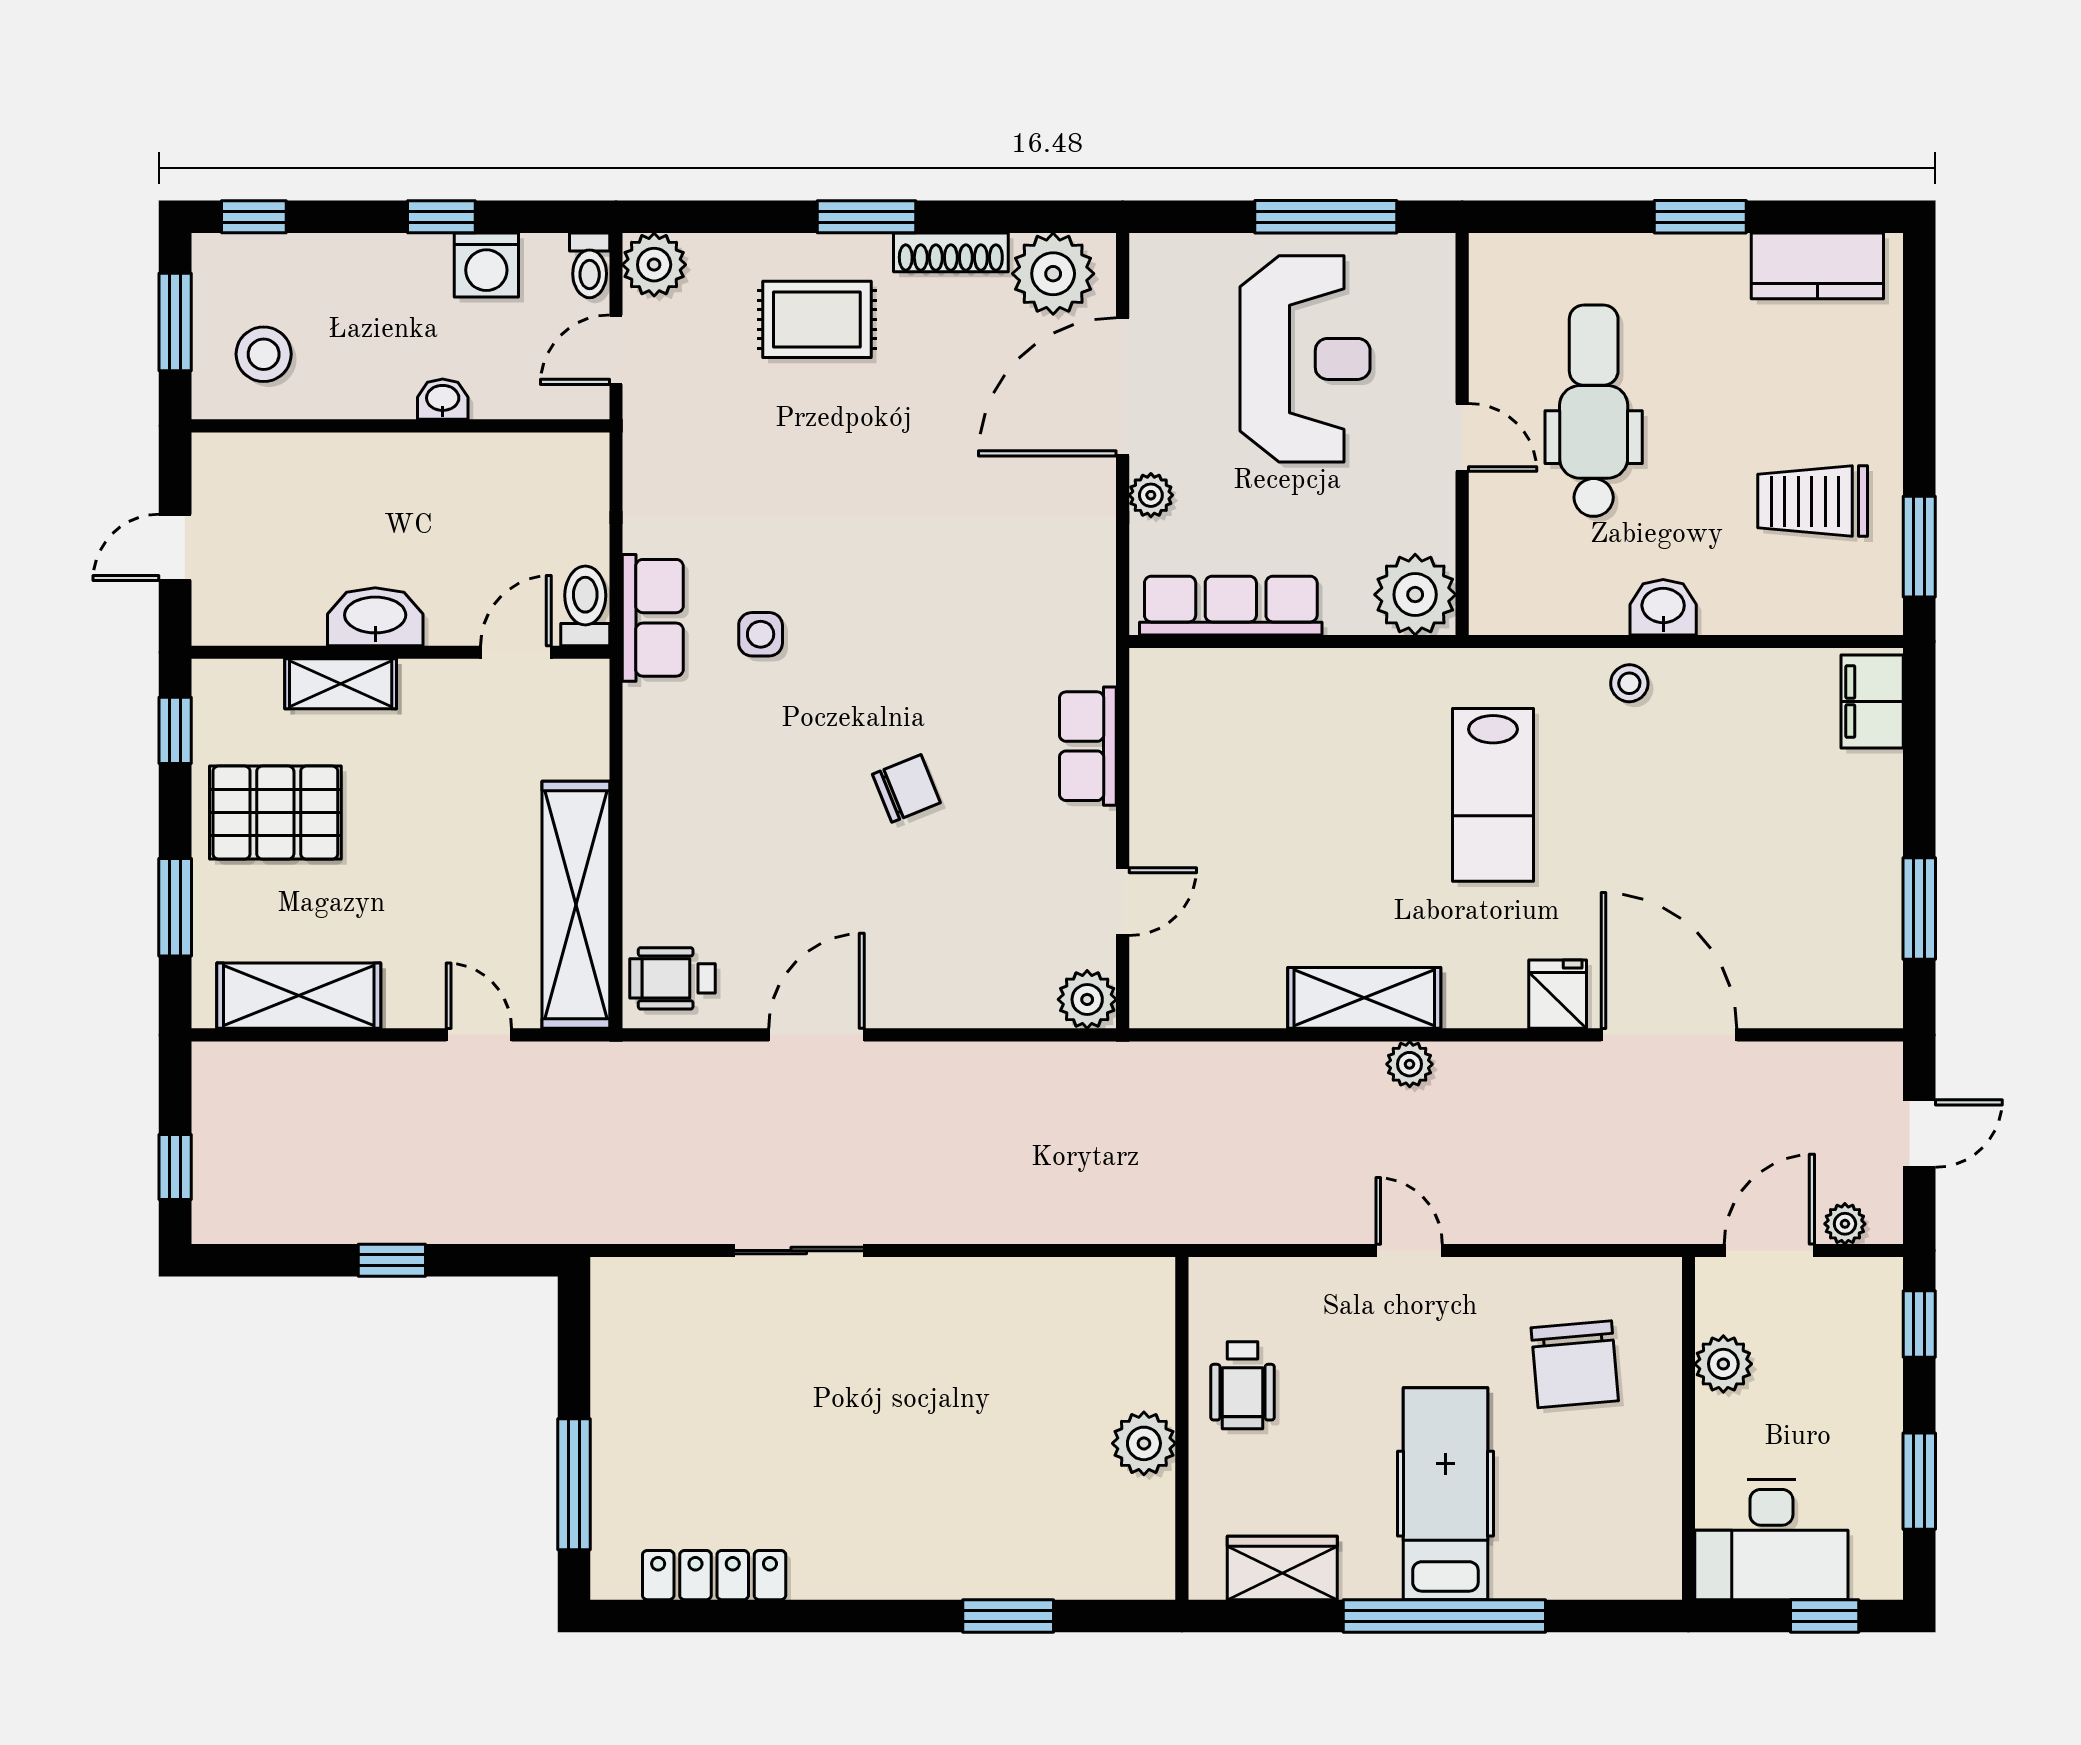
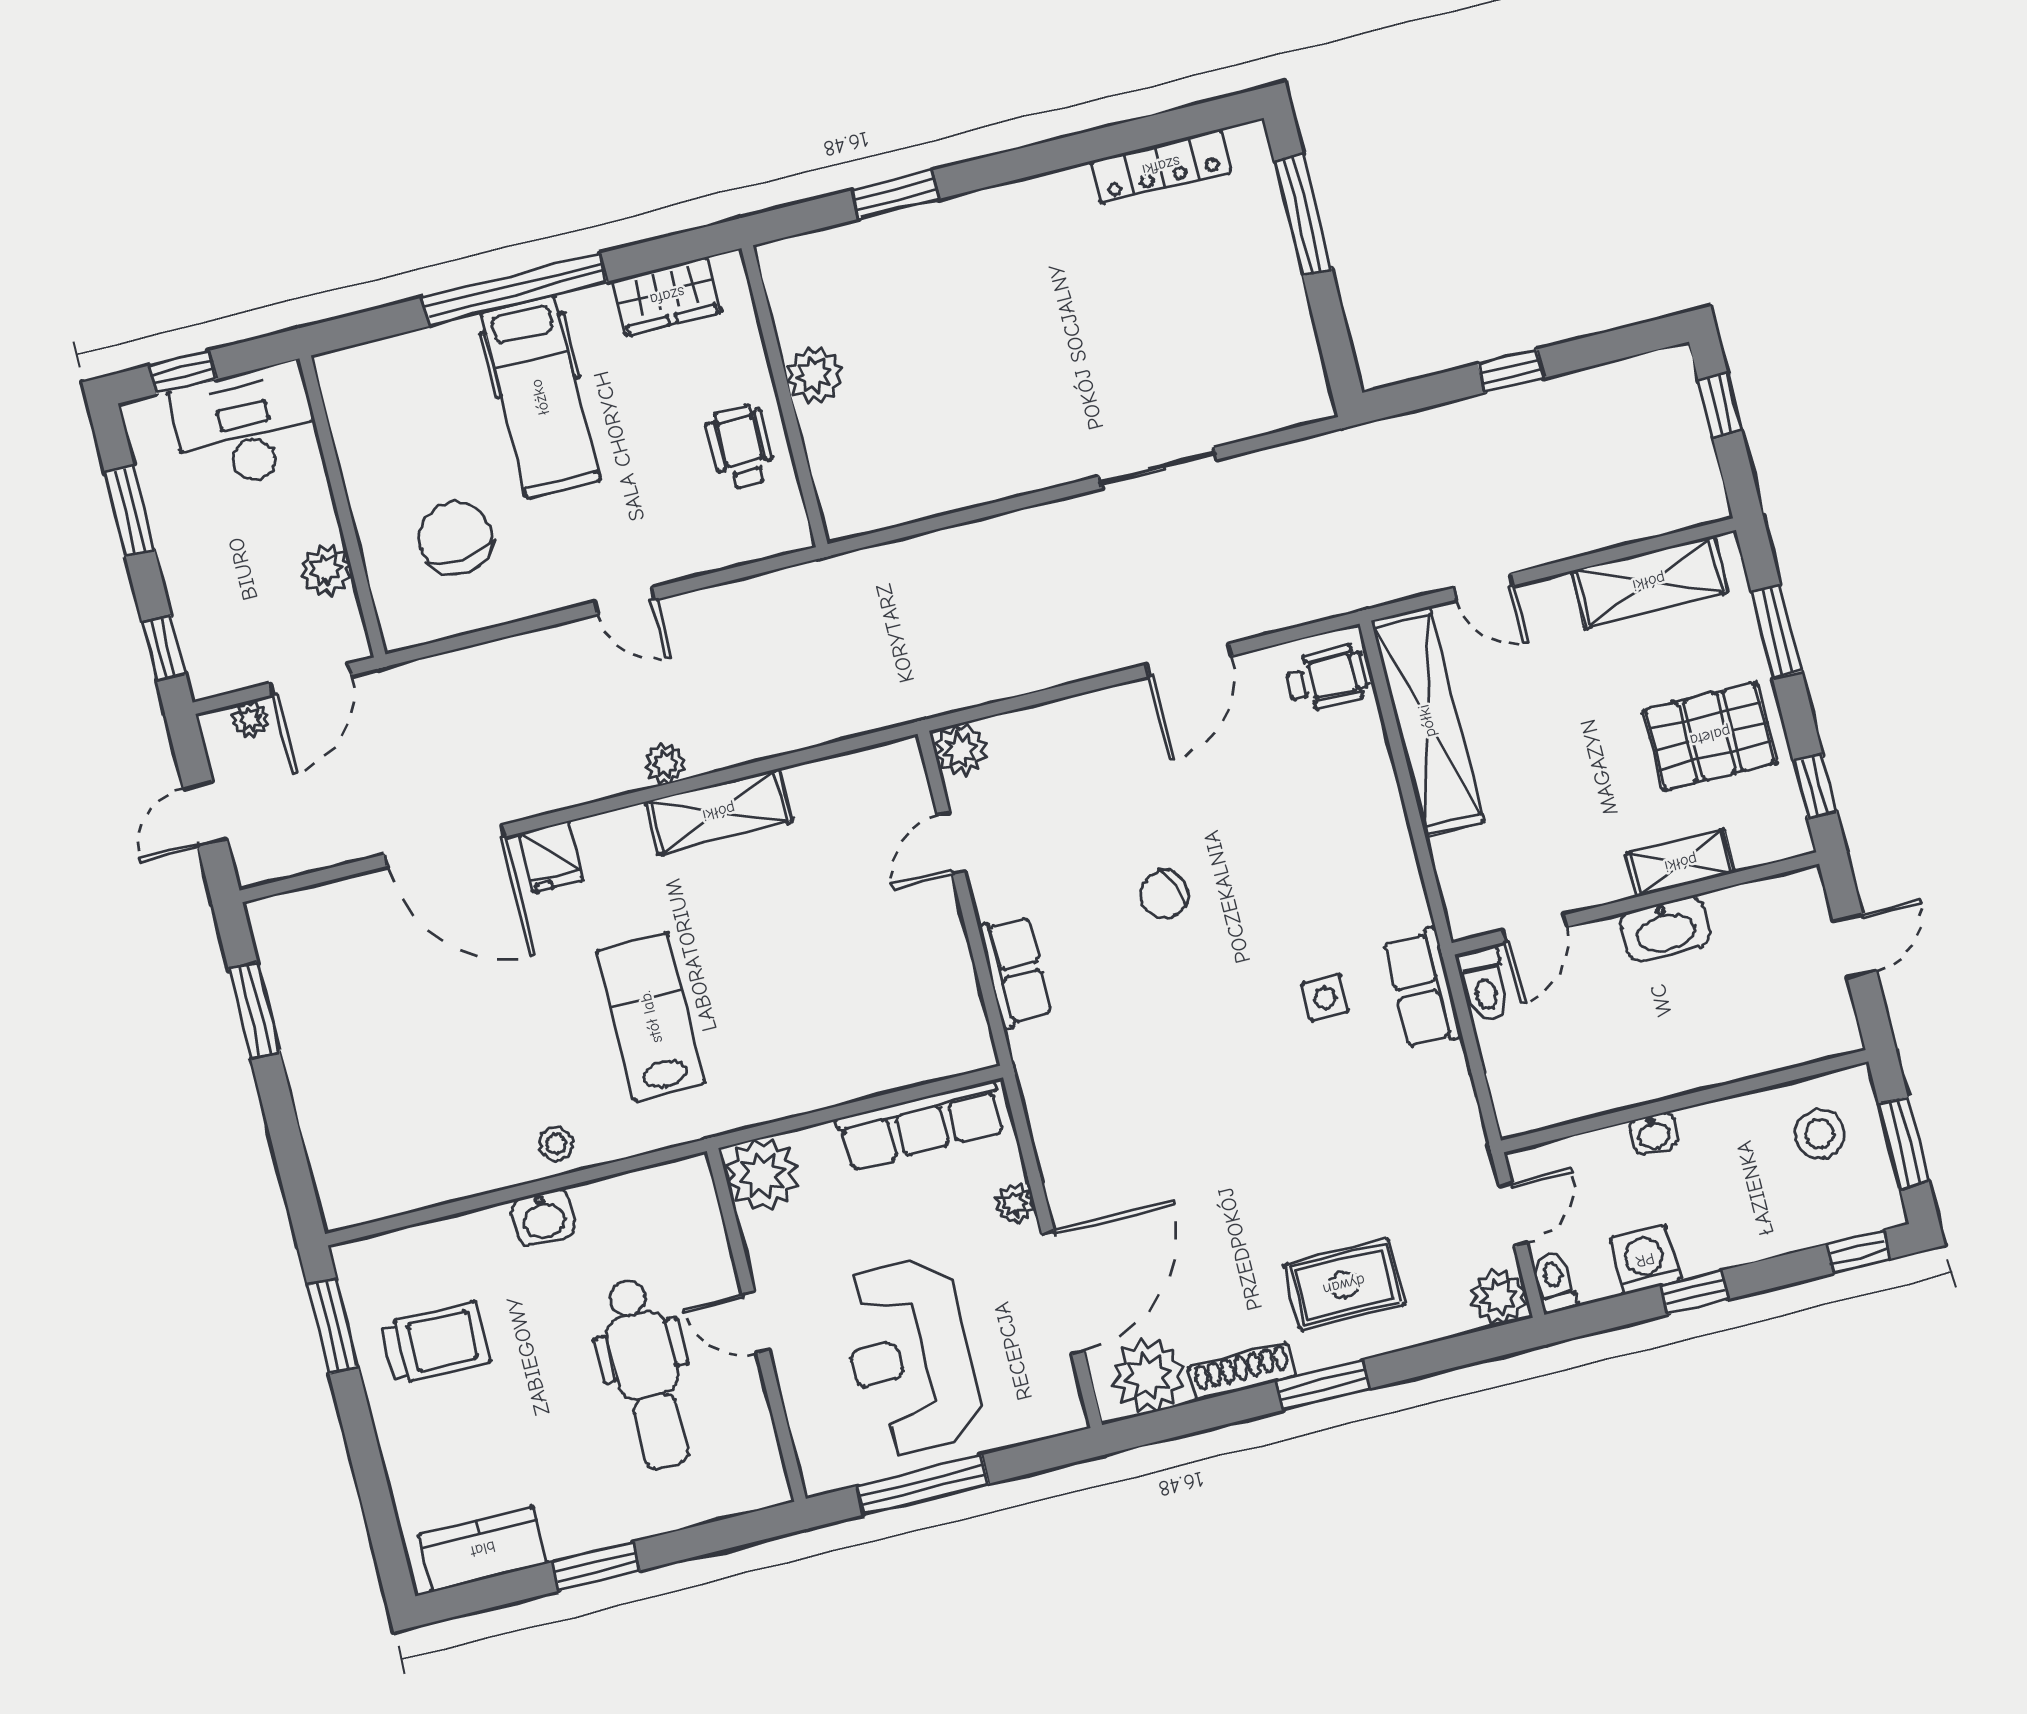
filing cabinet: (1872, 701) -> (340, 1181), removed

